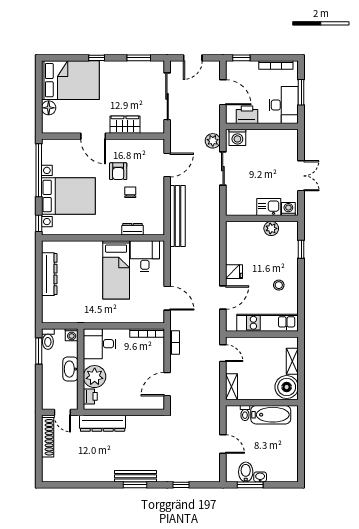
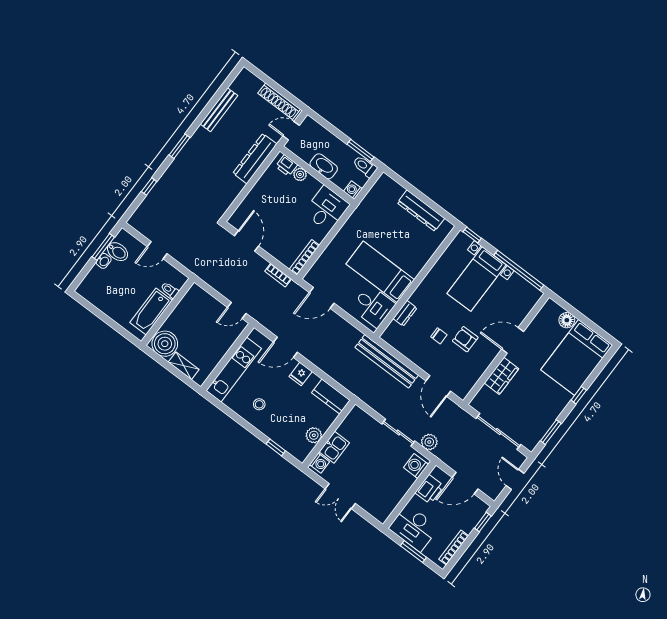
bed with nightstands: (68, 196) -> (477, 279), width x0.73
kitchen counter: (234, 237) -> (331, 397), added
door: (223, 298) -> (285, 347), hinge flipped
plant: (95, 377) -> (300, 174), width x0.53, depth x0.53
shelving: (232, 387) -> (202, 296), removed
bench: (136, 476) -> (219, 110), moved

